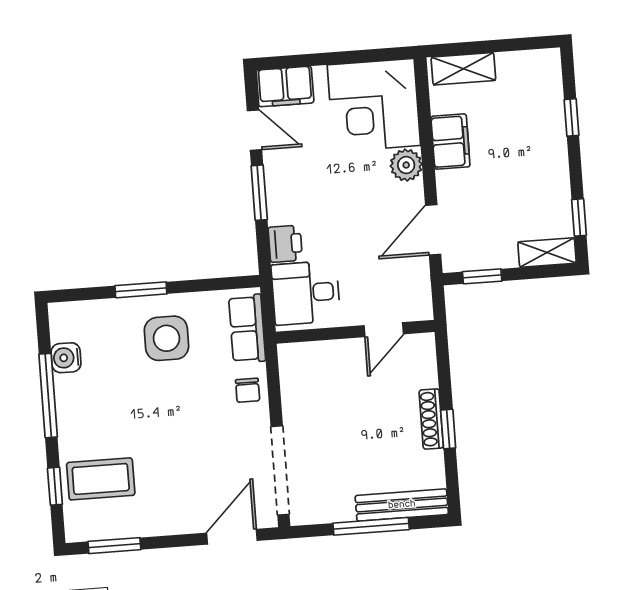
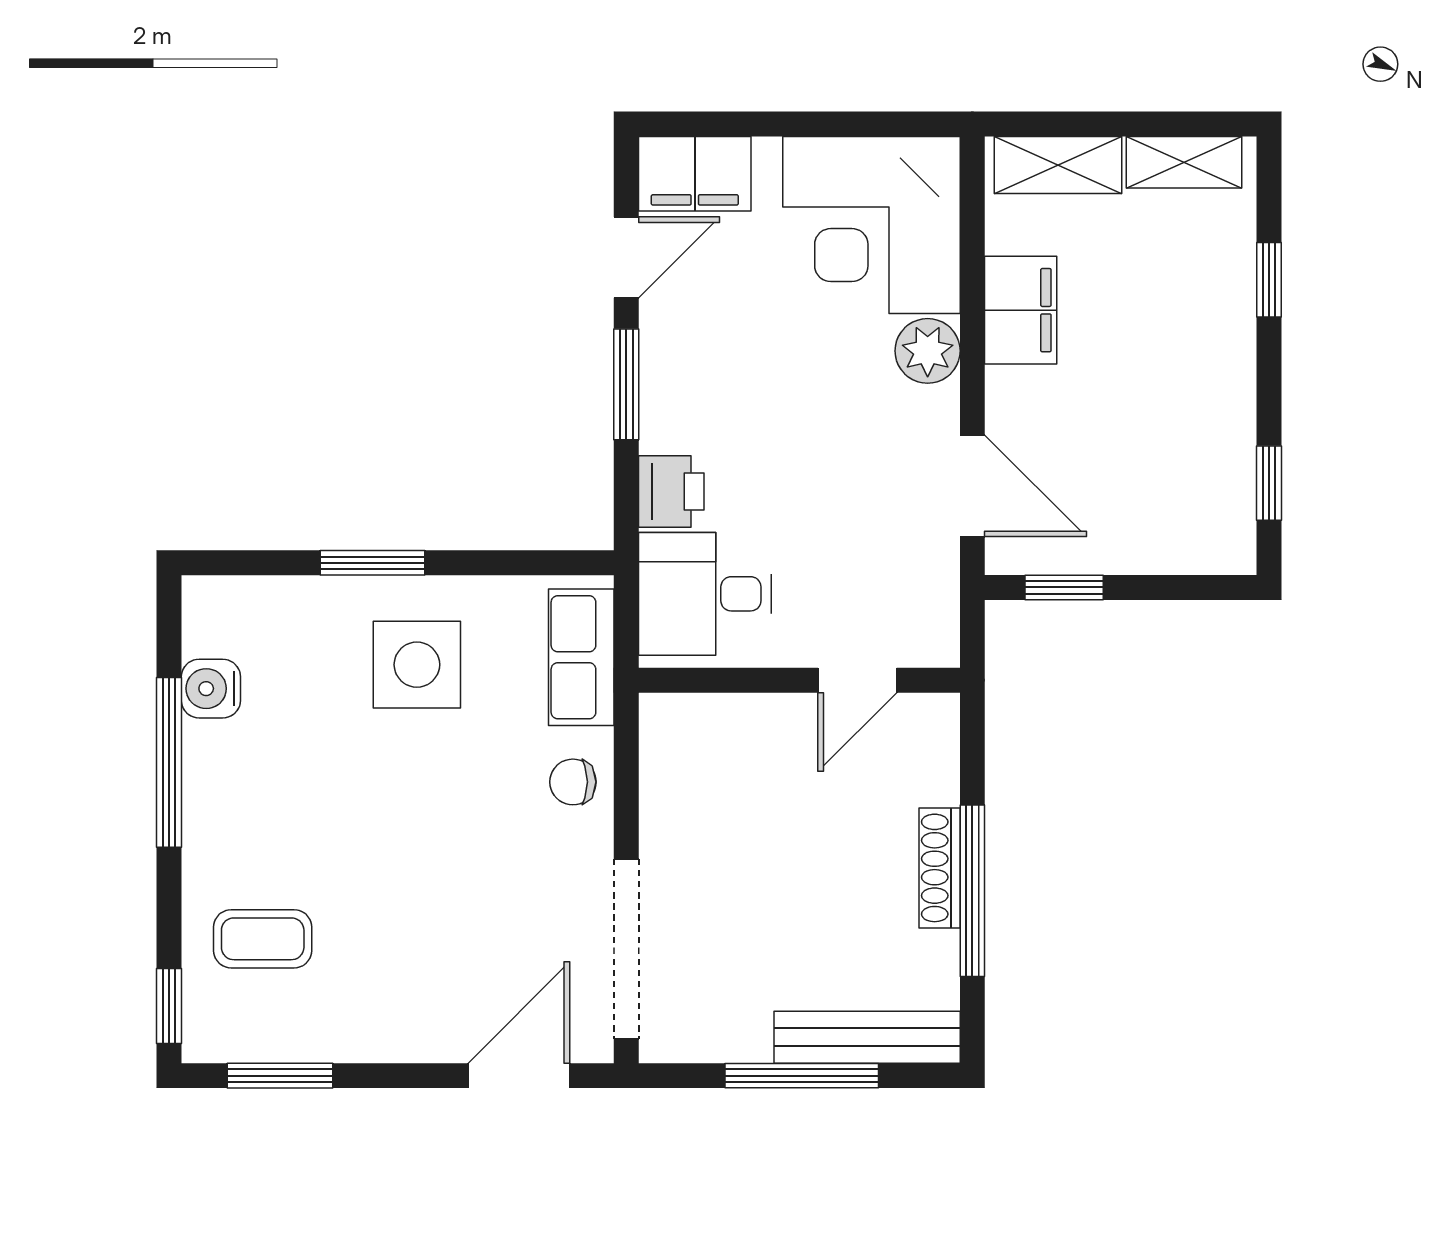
door: (254, 130) -> (626, 257), hinge flipped
door: (433, 230) -> (972, 486), swing flipped
shelving: (547, 253) -> (1184, 162), moved
chair: (248, 390) -> (573, 782), turned 90
window: (448, 429) -> (972, 891), width x2.17
coffee table: (101, 479) -> (263, 939), width x0.73, depth x0.77
window: (55, 486) -> (169, 1006), moved

